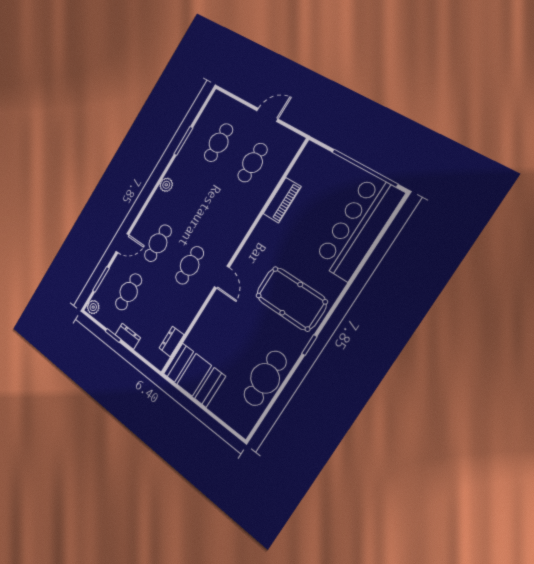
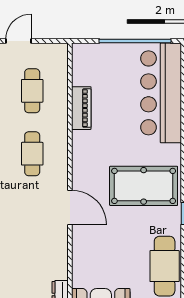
cafe table: (190, 265) -> (32, 154), moved
door: (222, 277) -> (70, 207), width x1.38

